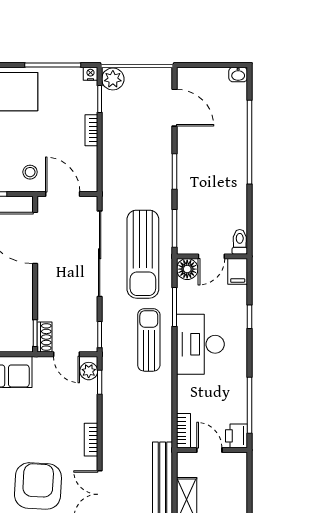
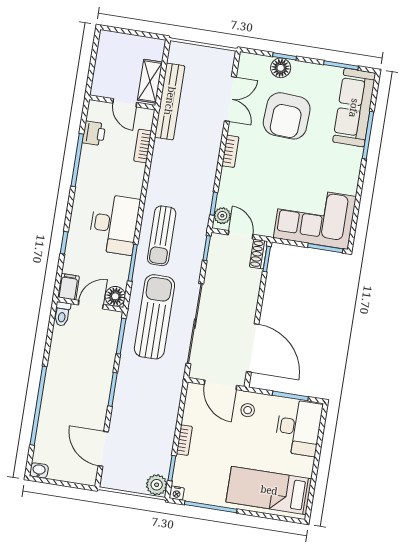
door: (209, 450) -> (125, 103), moved
wall: (212, 450) -> (122, 102), moved

